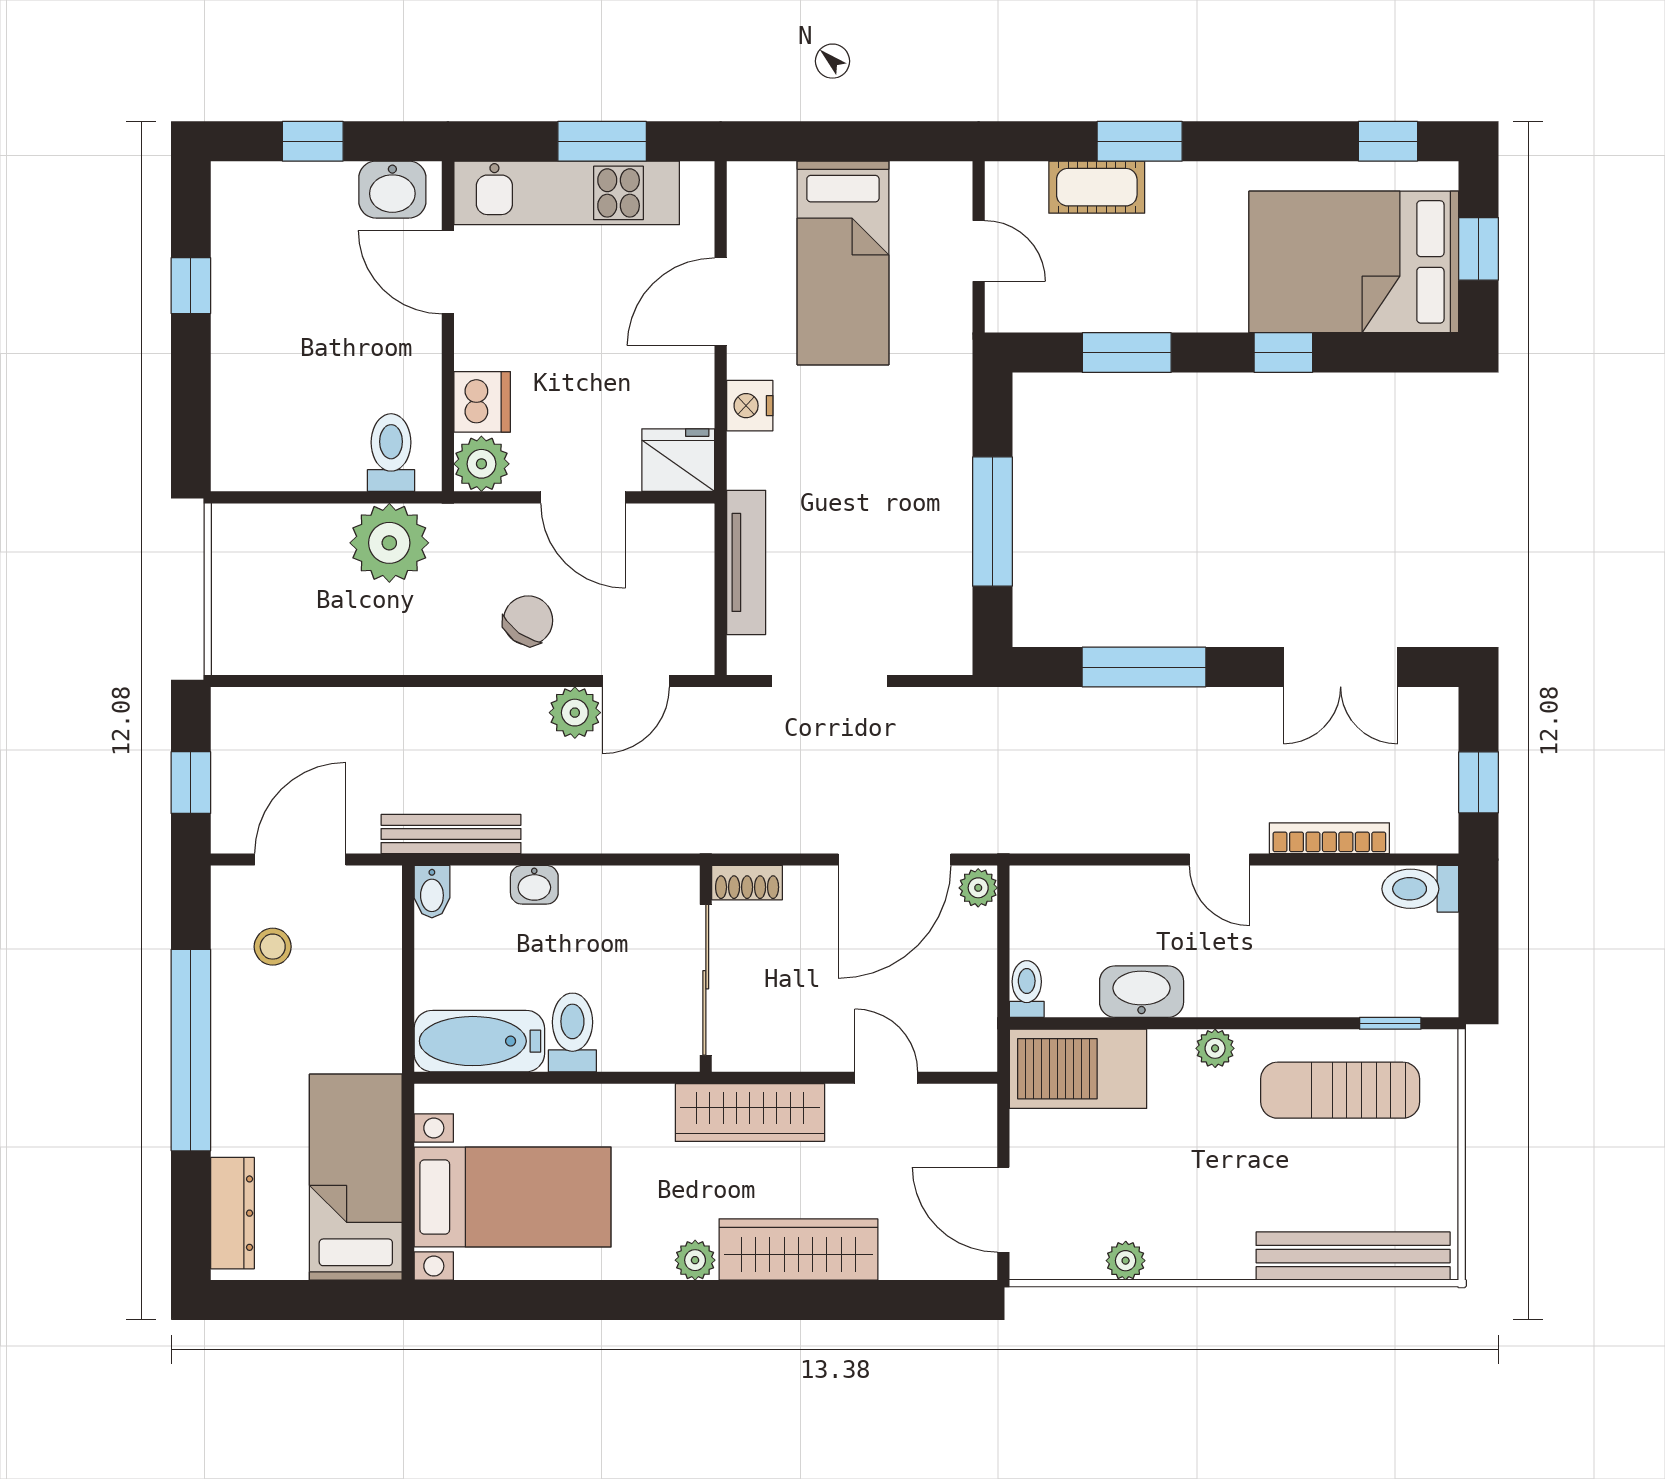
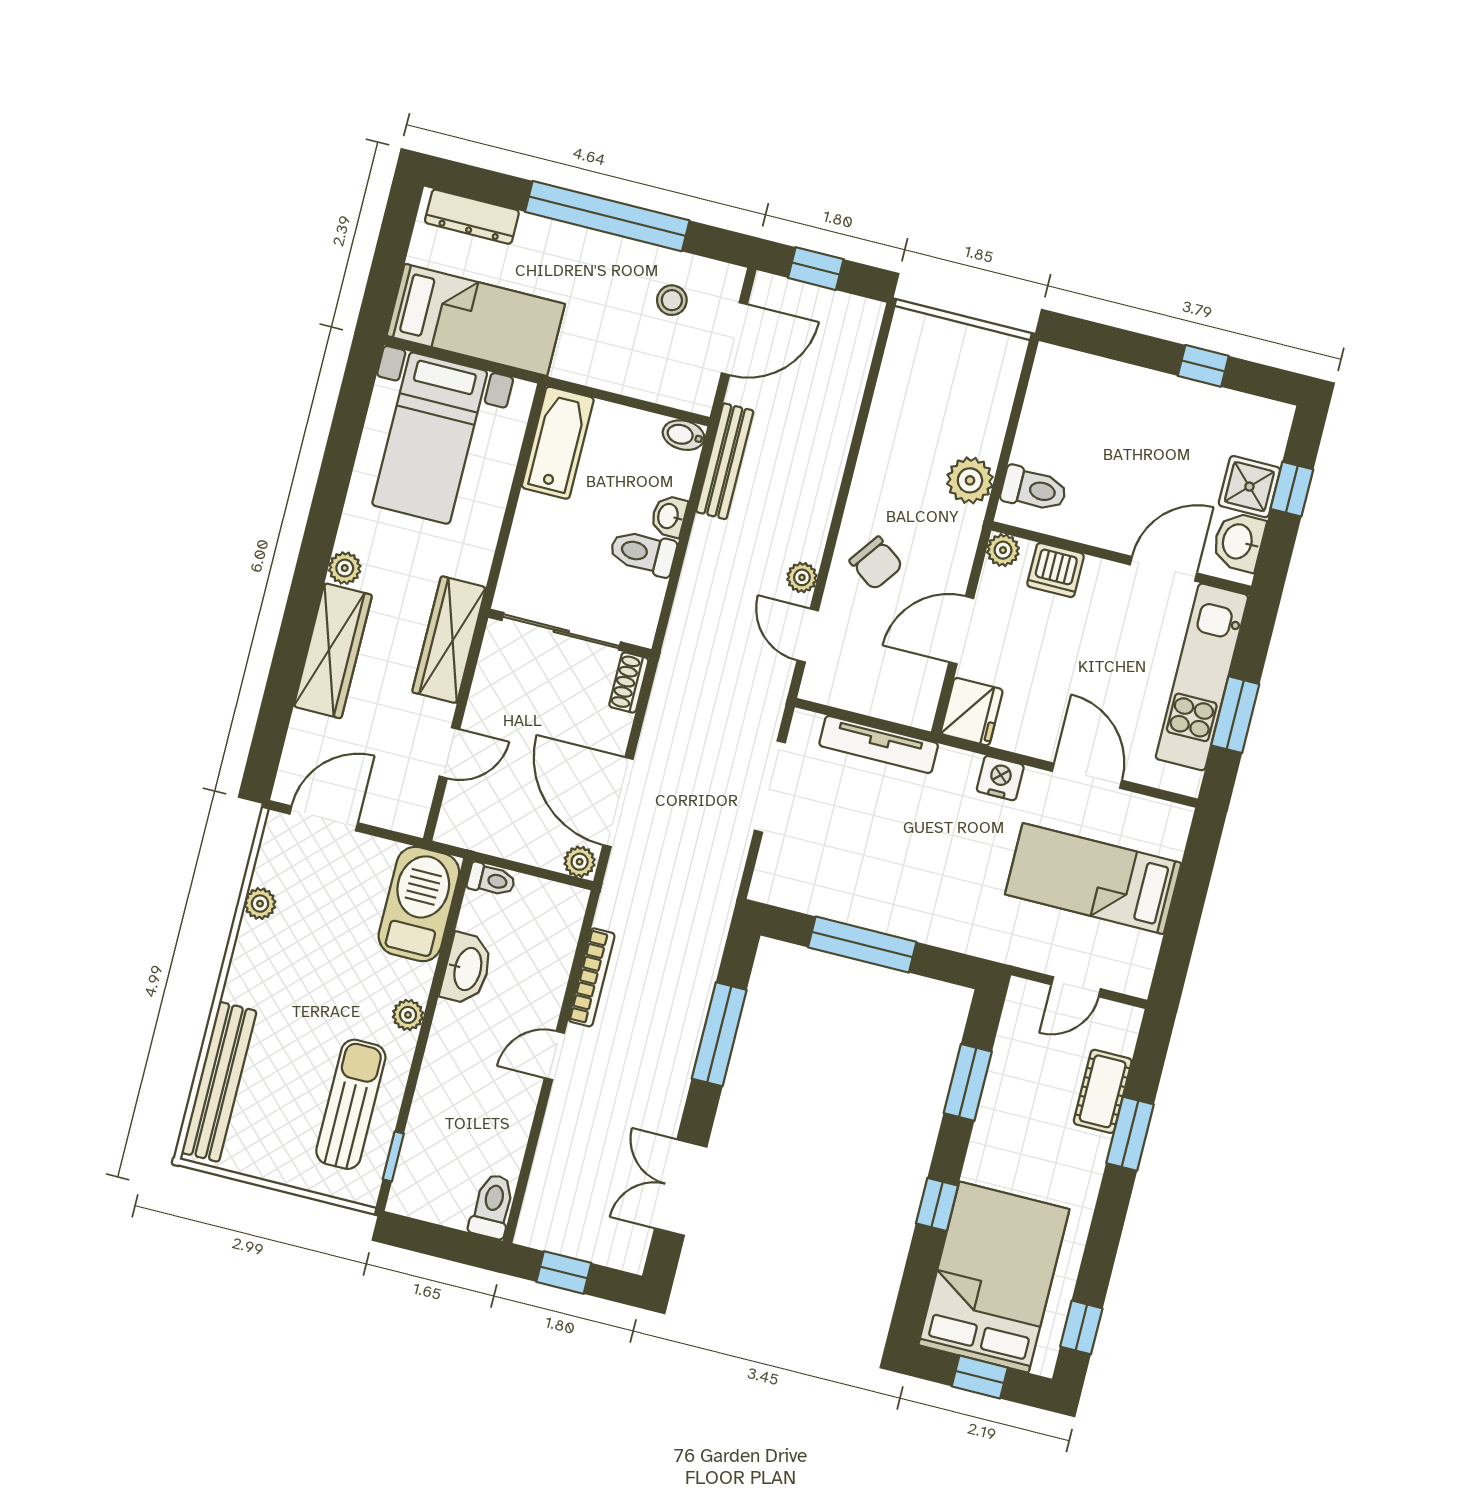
shower: (323, 193) -> (1249, 487), added
plant: (481, 464) -> (1003, 550), width x0.73, depth x0.73
plant: (389, 543) -> (970, 480), width x0.73, depth x0.73
plant: (575, 713) -> (802, 577), width x0.73, depth x0.73
bookcase: (1329, 838) -> (592, 977), moved
door: (300, 860) -> (734, 339), hinge flipped
toilet: (572, 1032) -> (643, 553), moved, turned 180

